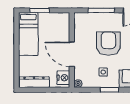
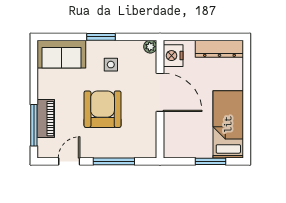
armchair: (108, 44) -> (103, 109), turned 180

